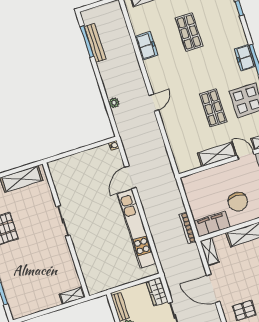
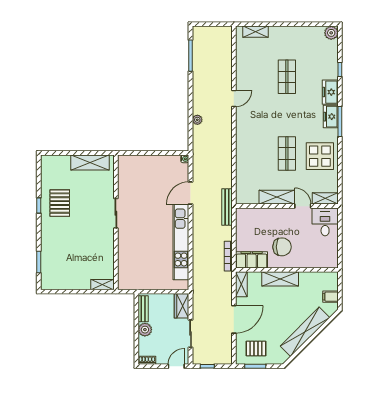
bench: (95, 43) -> (227, 207), moved
freezer: (146, 46) -> (330, 92), moved, turned 180
door: (154, 103) -> (234, 98), moved
chair: (238, 202) -> (282, 247), turned -90
door: (213, 289) -> (234, 319), swing flipped

